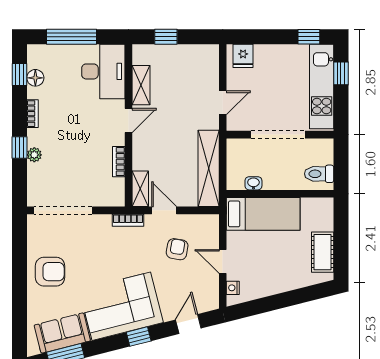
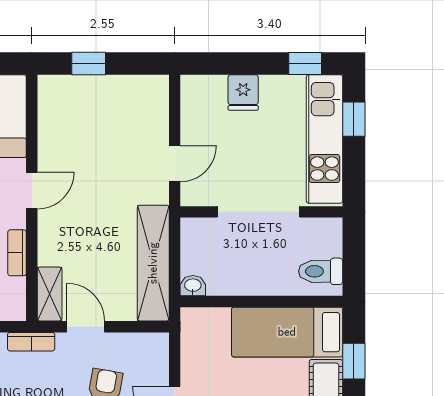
fridge: (243, 56) -> (243, 93), moved
shelving: (141, 85) -> (51, 137), removed
washbasin: (253, 183) -> (193, 286), moved
bed: (263, 214) -> (287, 332), moved, turned 180
window: (341, 233) -> (354, 361), added

